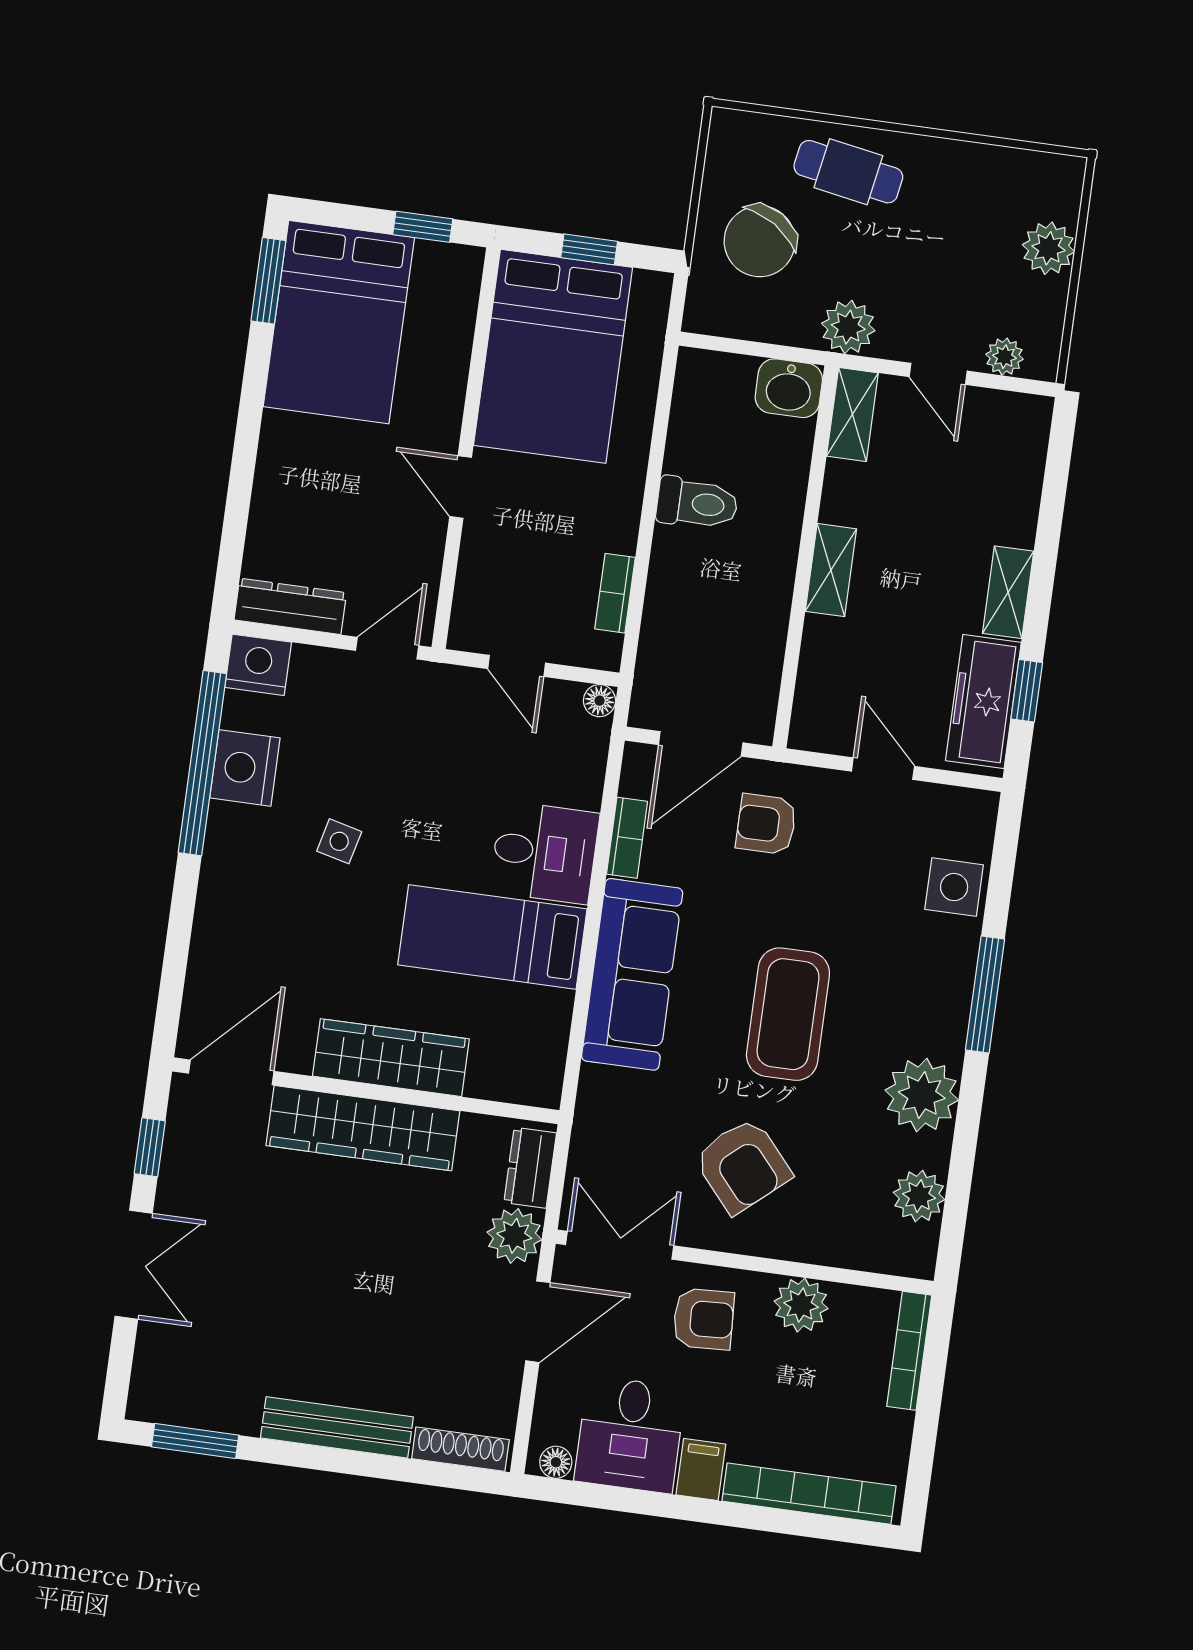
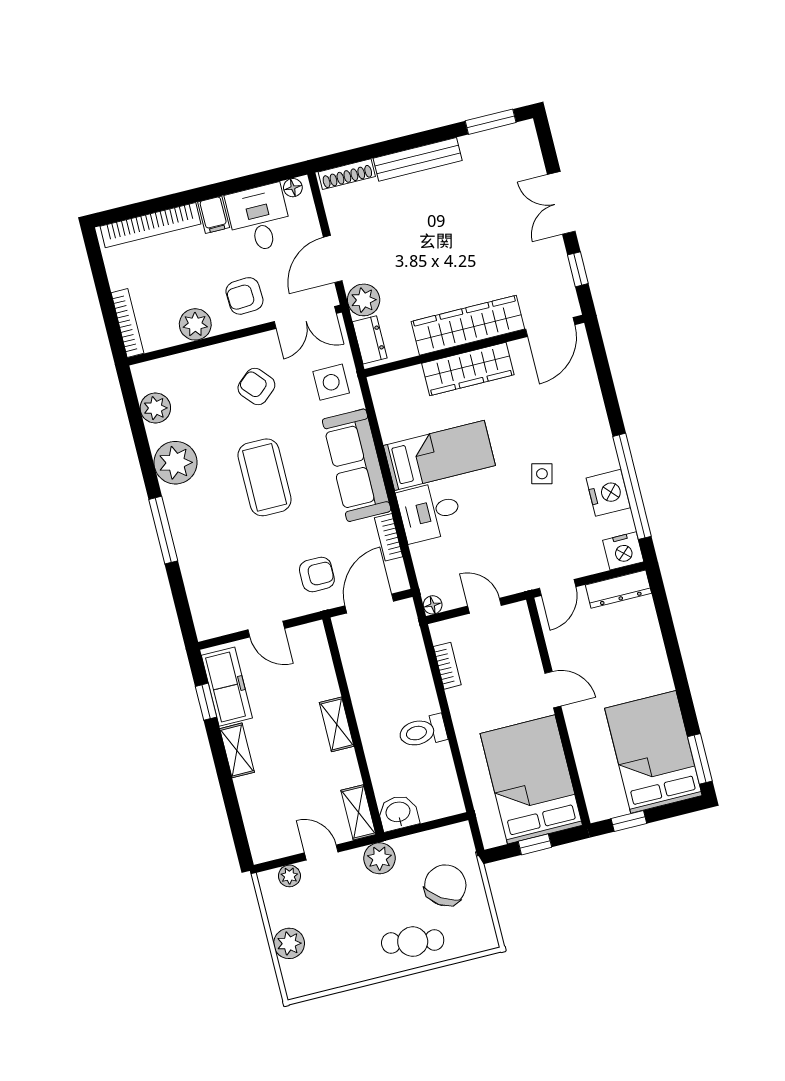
side table: (954, 887) -> (331, 382), moved
armchair: (743, 1166) -> (256, 386), width x0.72, depth x0.72

